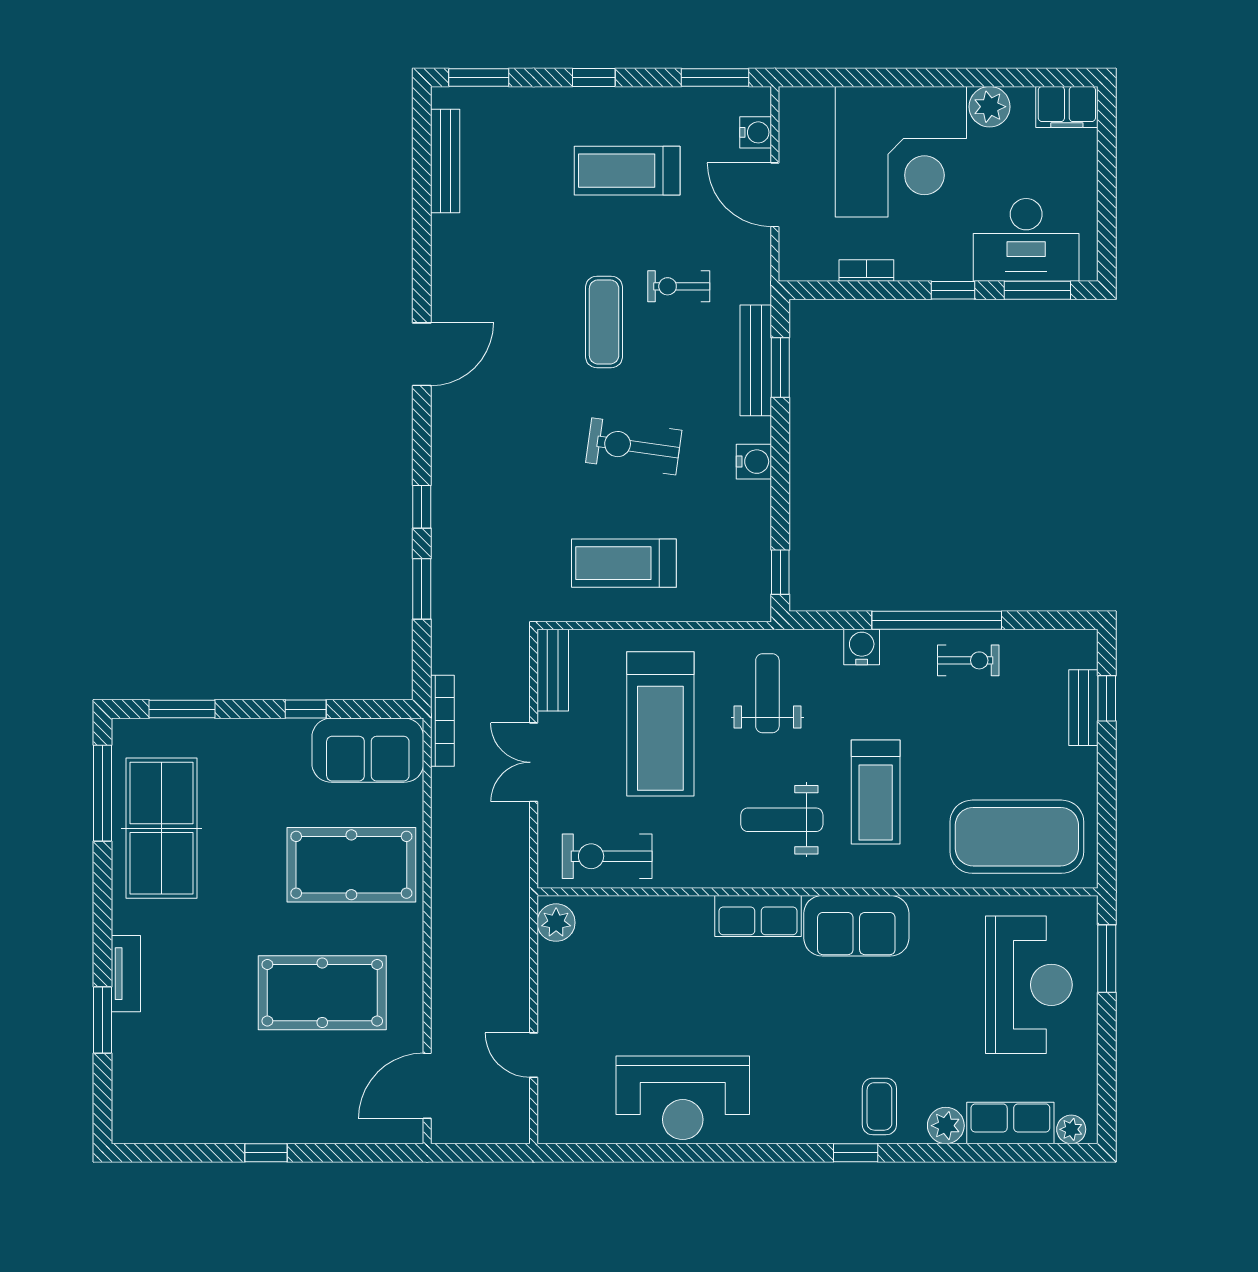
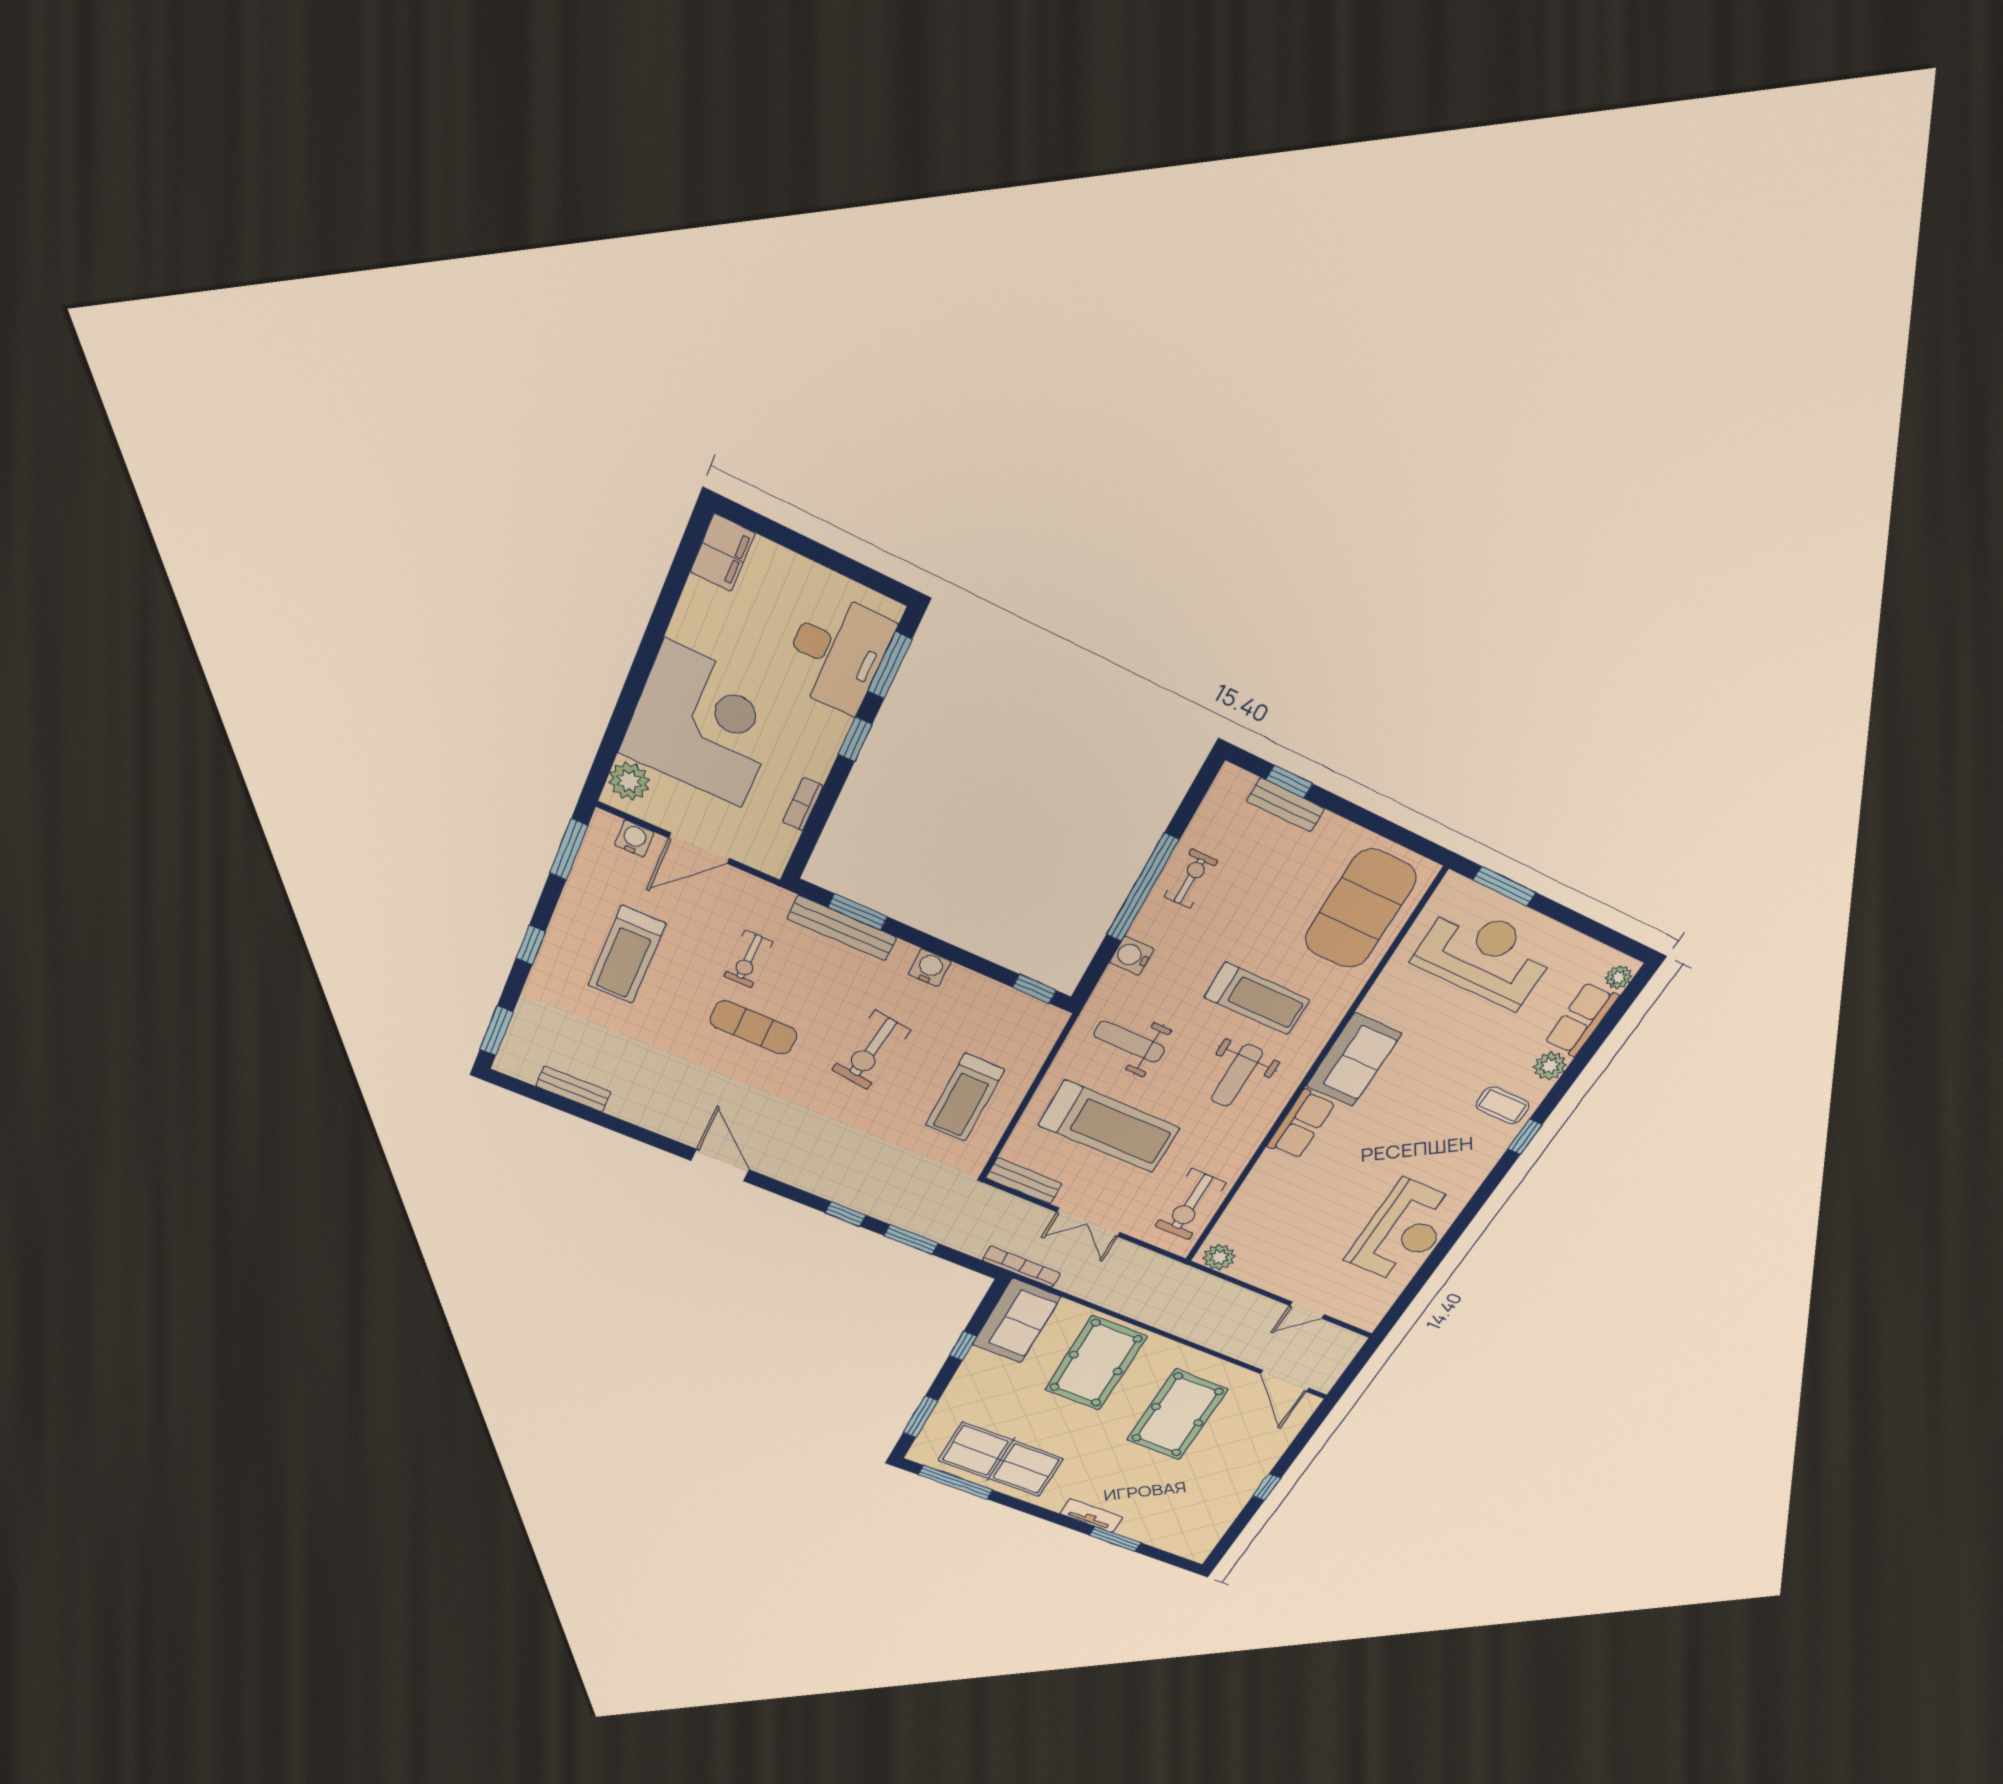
plant: (990, 107) -> (629, 781), moved
bench: (445, 161) -> (573, 1089), width x0.73

